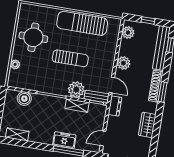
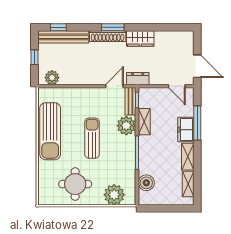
plant: (123, 63) -> (87, 77), removed
plant: (15, 64) -> (114, 195), width x1.87, depth x1.87
wardrobe: (147, 125) -> (140, 38), moved
shelving: (41, 138) -> (188, 157), added

